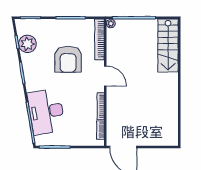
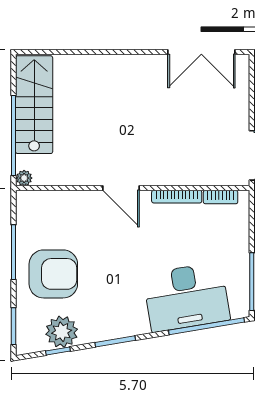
bookcase: (100, 39) -> (53, 199), removed
stairs: (168, 45) -> (34, 105), moved, turned -90
armchair: (68, 59) -> (53, 274), moved
door: (105, 76) -> (121, 188), swing flipped
double door: (179, 120) -> (201, 52), added

